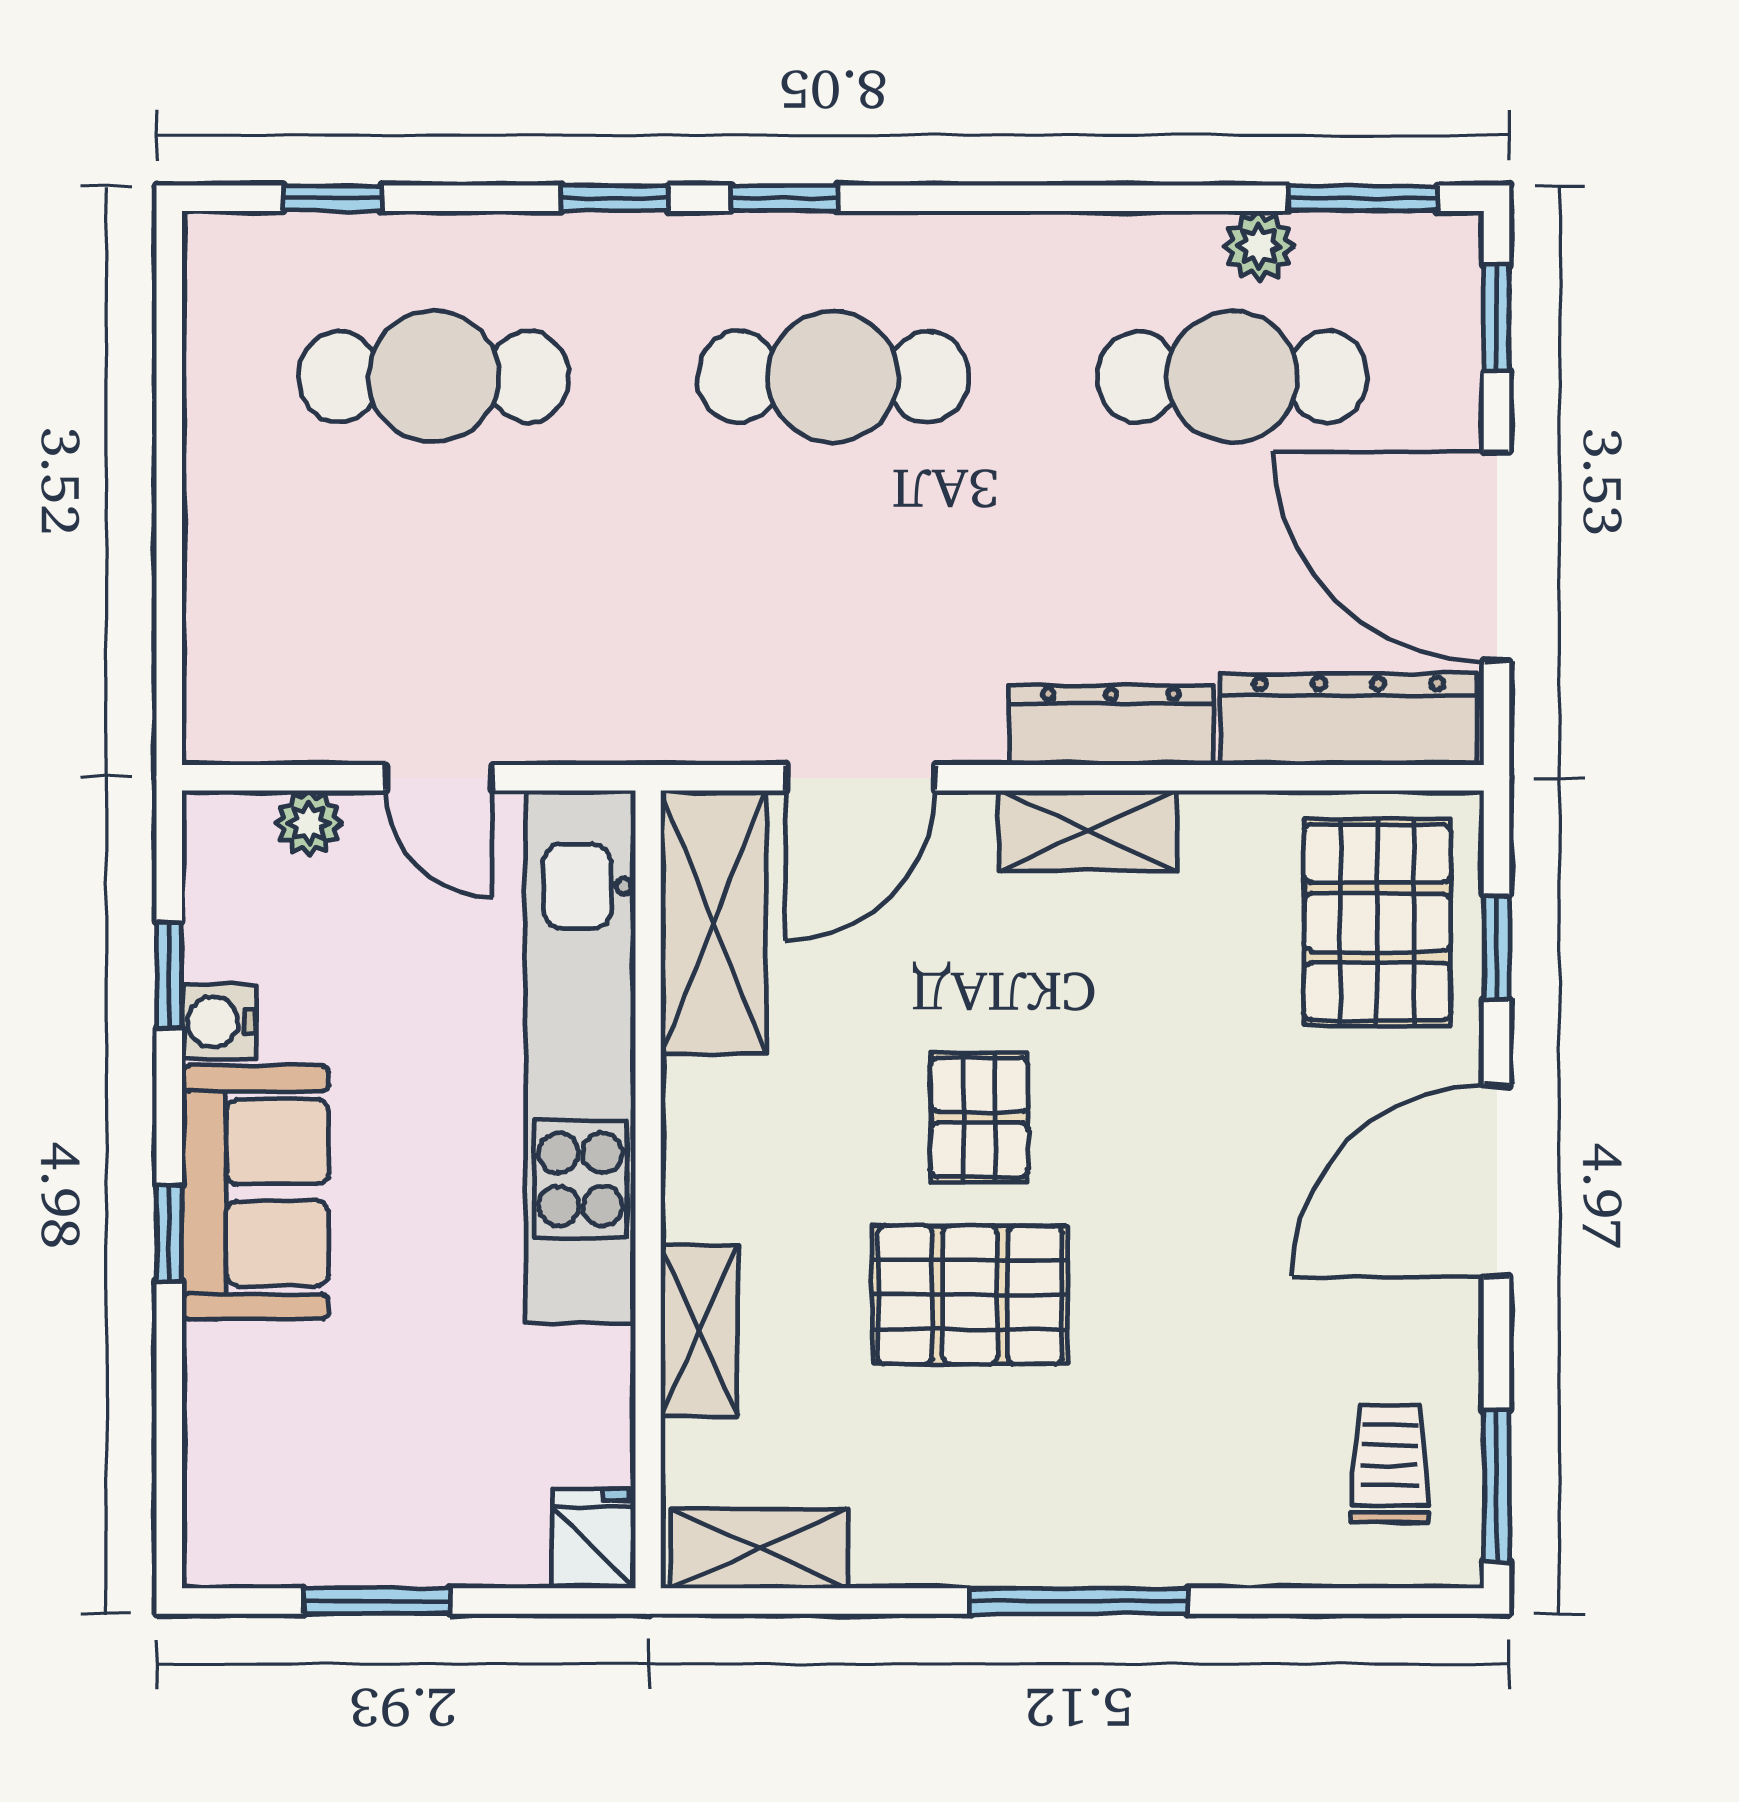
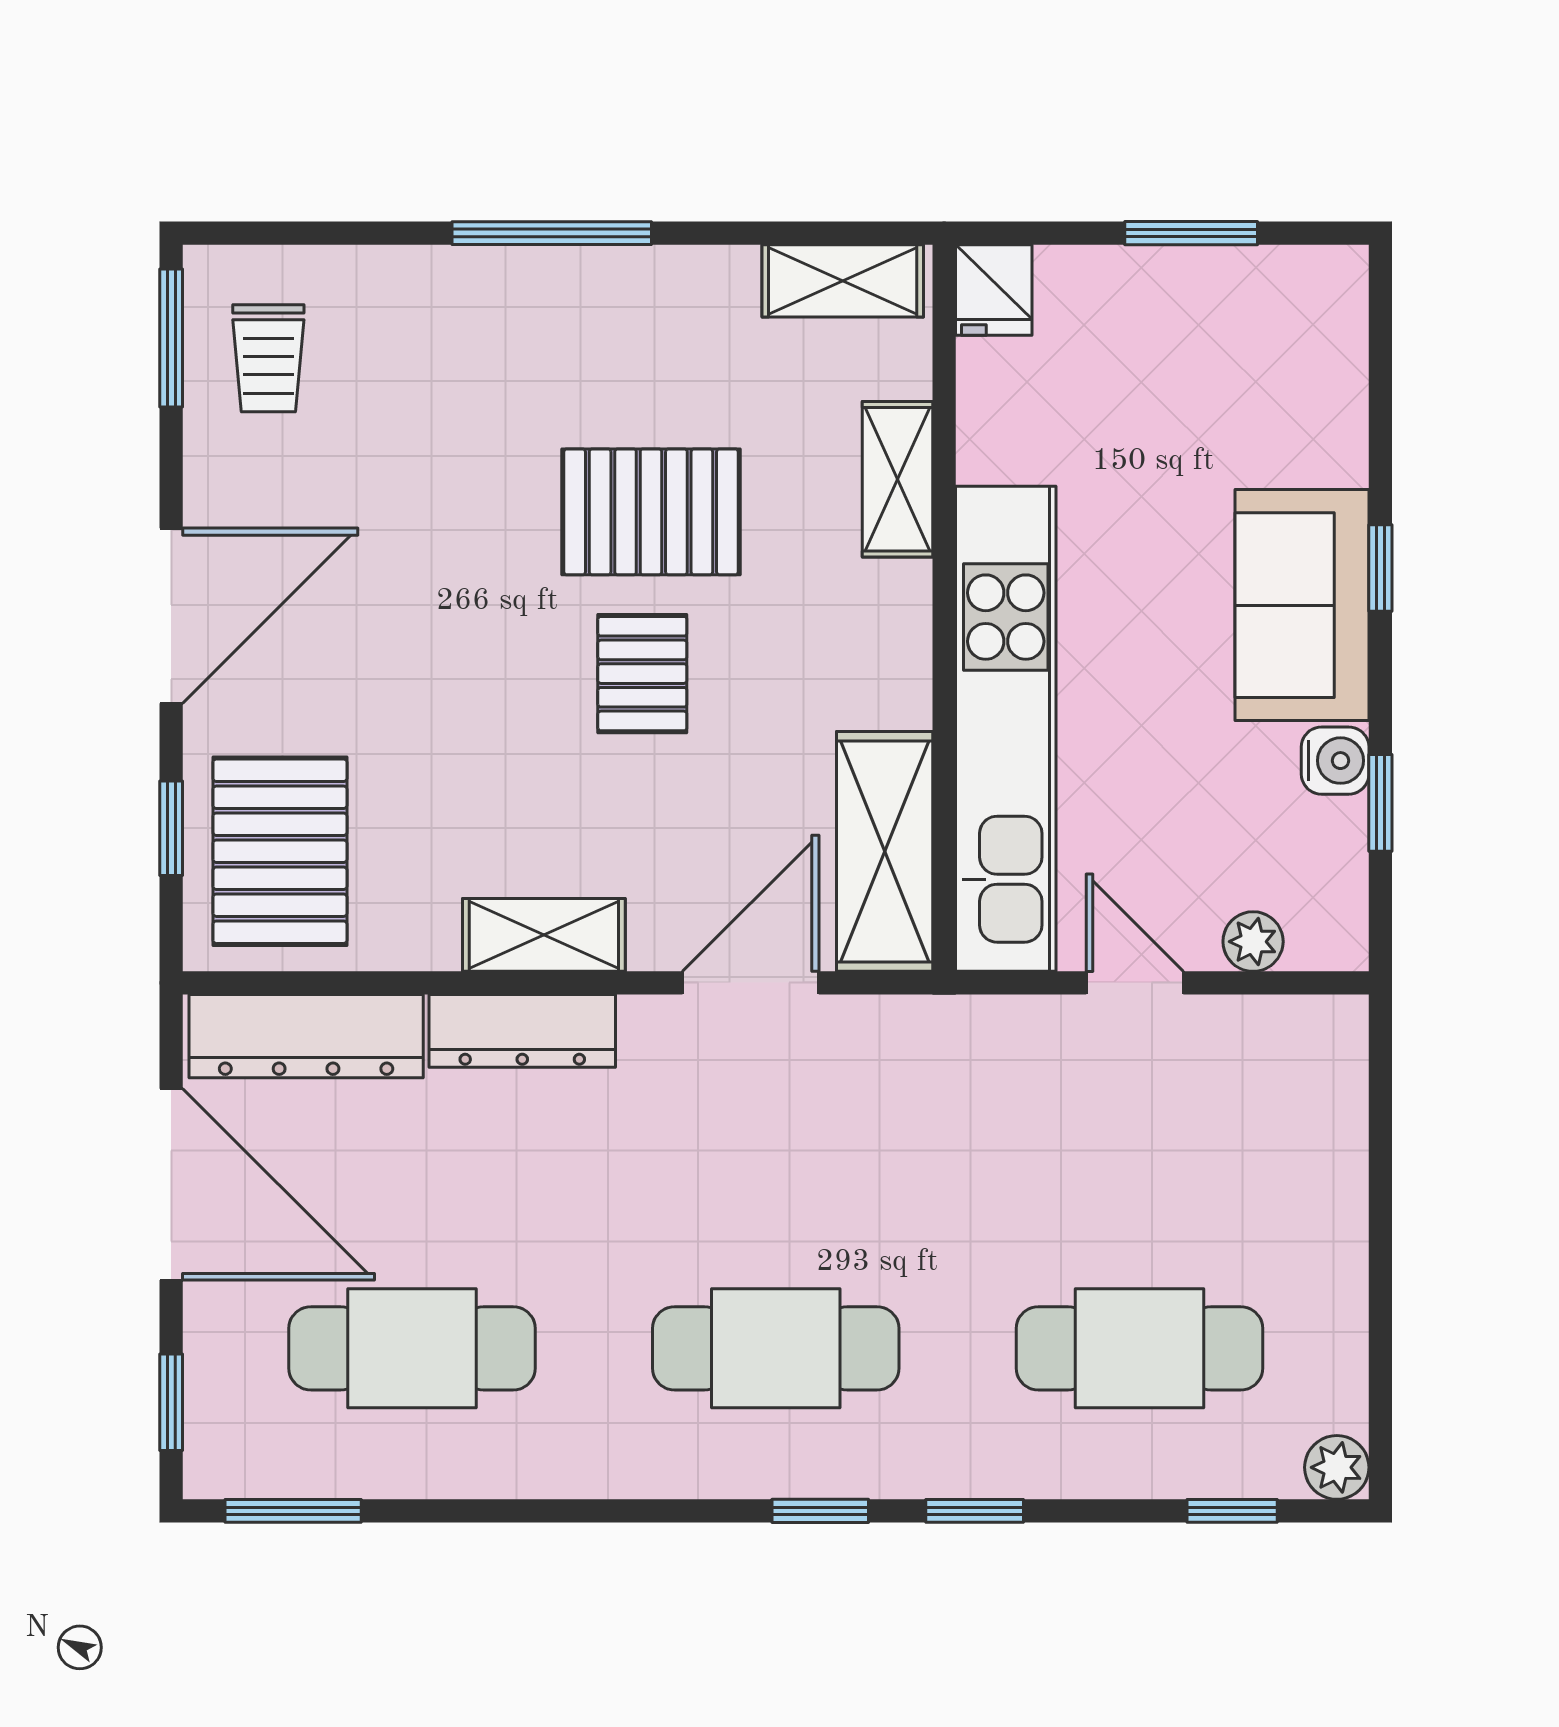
plant: (1259, 246) -> (1337, 1467), moved

